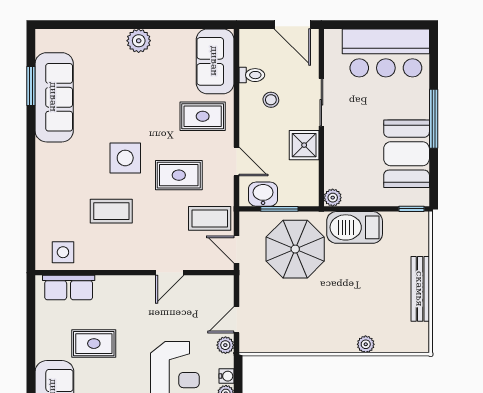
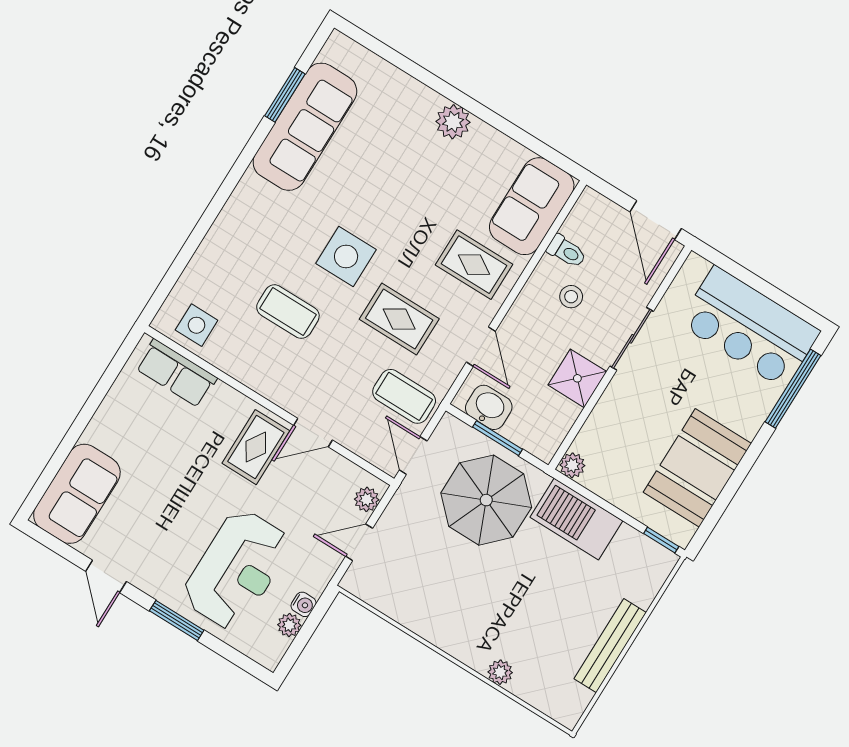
window: (434, 119) -> (793, 389), moved
rug: (94, 344) -> (256, 447), moved, turned 90
plant: (225, 345) -> (367, 499), moved

